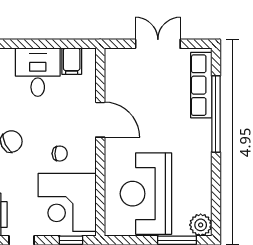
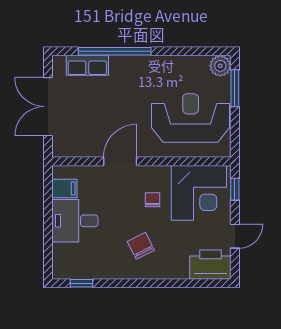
double door: (158, 44) -> (48, 107), width x1.37
row of seats: (201, 85) -> (87, 65), width x0.68
reception desk: (146, 194) -> (191, 118), turned 180

